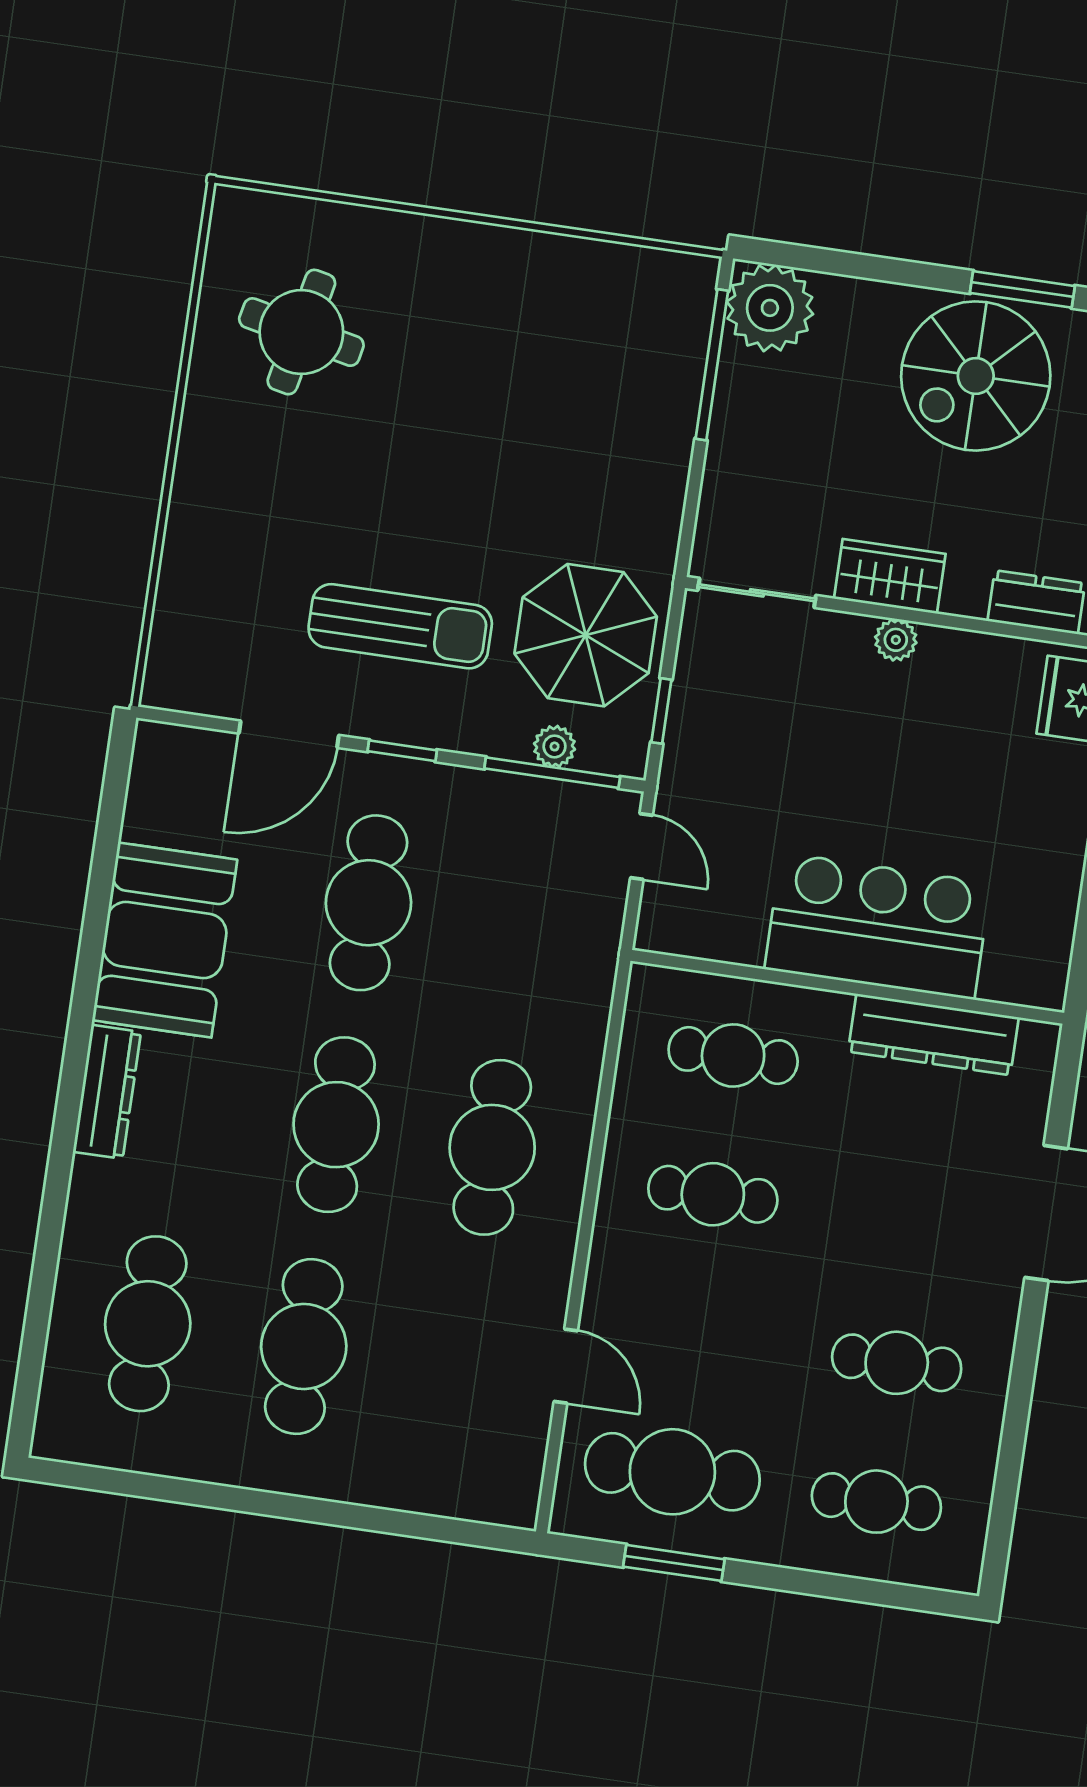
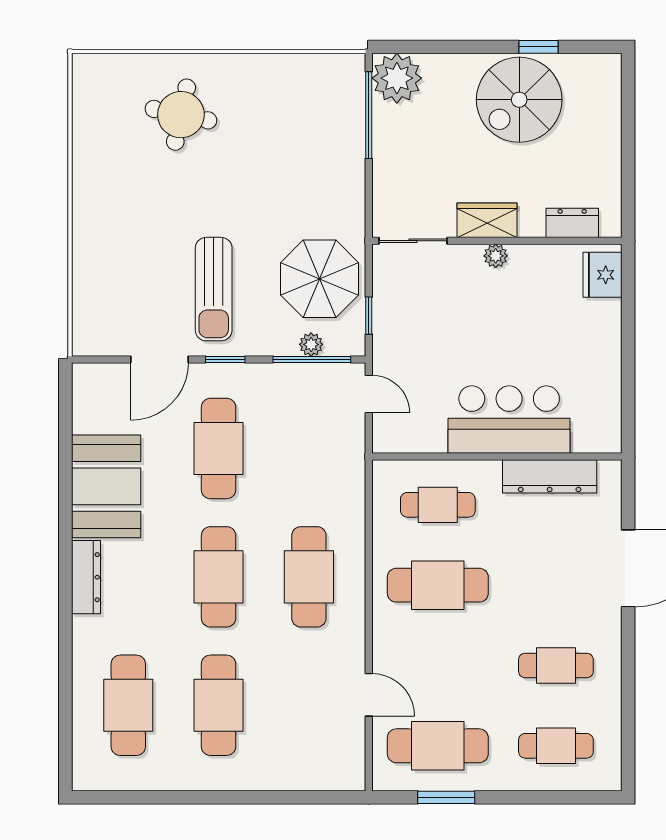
window: (1022, 289) -> (538, 47), width x0.67
round table: (301, 332) -> (181, 115), moved
sun lounger: (400, 626) -> (214, 289), turned 90
cafe table: (713, 1194) -> (438, 585), width x1.37, depth x1.35

